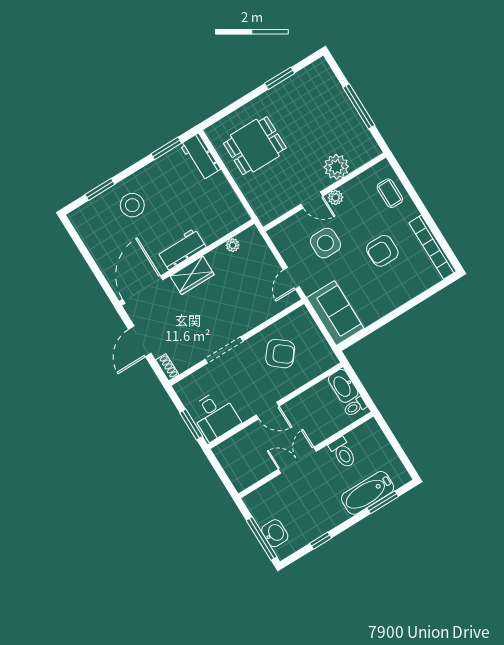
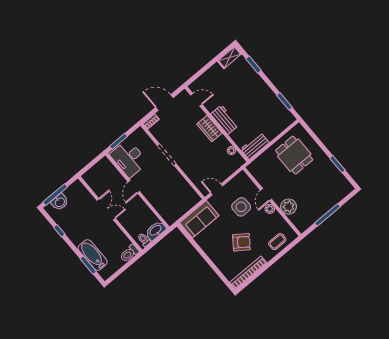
workbench: (200, 157) -> (255, 146), moved
stool: (132, 205) -> (247, 86), removed
shelving: (83, 226) -> (230, 57), added
armchair: (382, 251) -> (241, 242), turned 126
door: (143, 290) -> (196, 100), width x0.53
armchair: (280, 354) -> (170, 189), removed
desk: (215, 416) -> (129, 158), width x1.37
toilet: (343, 453) -> (129, 253), moved

